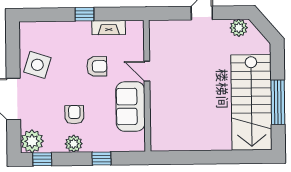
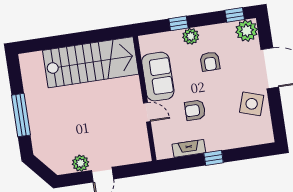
plant: (239, 28) -> (81, 163), moved
stairs: (251, 102) -> (91, 62), moved, turned 90
window: (278, 102) -> (21, 115), moved
plant: (74, 144) -> (191, 36), moved

